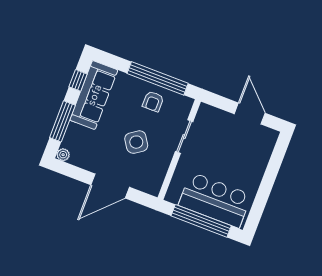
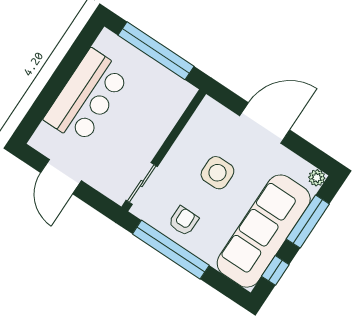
sofa: (94, 95) -> (264, 231), width x1.36, depth x1.27
sliding door: (184, 136) -> (142, 184), moved
side table: (136, 142) -> (217, 173), turned 34
bar counter: (215, 200) -> (87, 97), moved, turned -90

